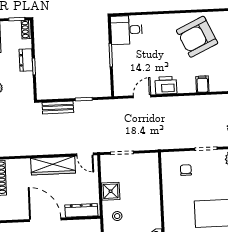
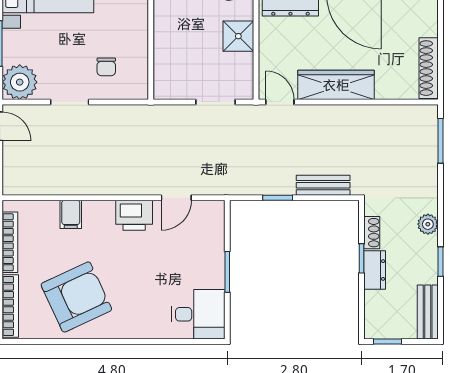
shoe rack: (26, 30) -> (372, 233), moved

